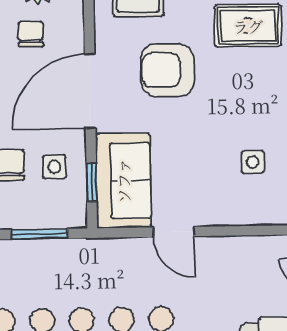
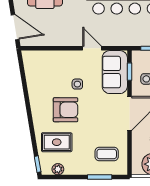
armchair: (167, 70) -> (66, 110), moved
side table: (253, 162) -> (77, 84), moved

